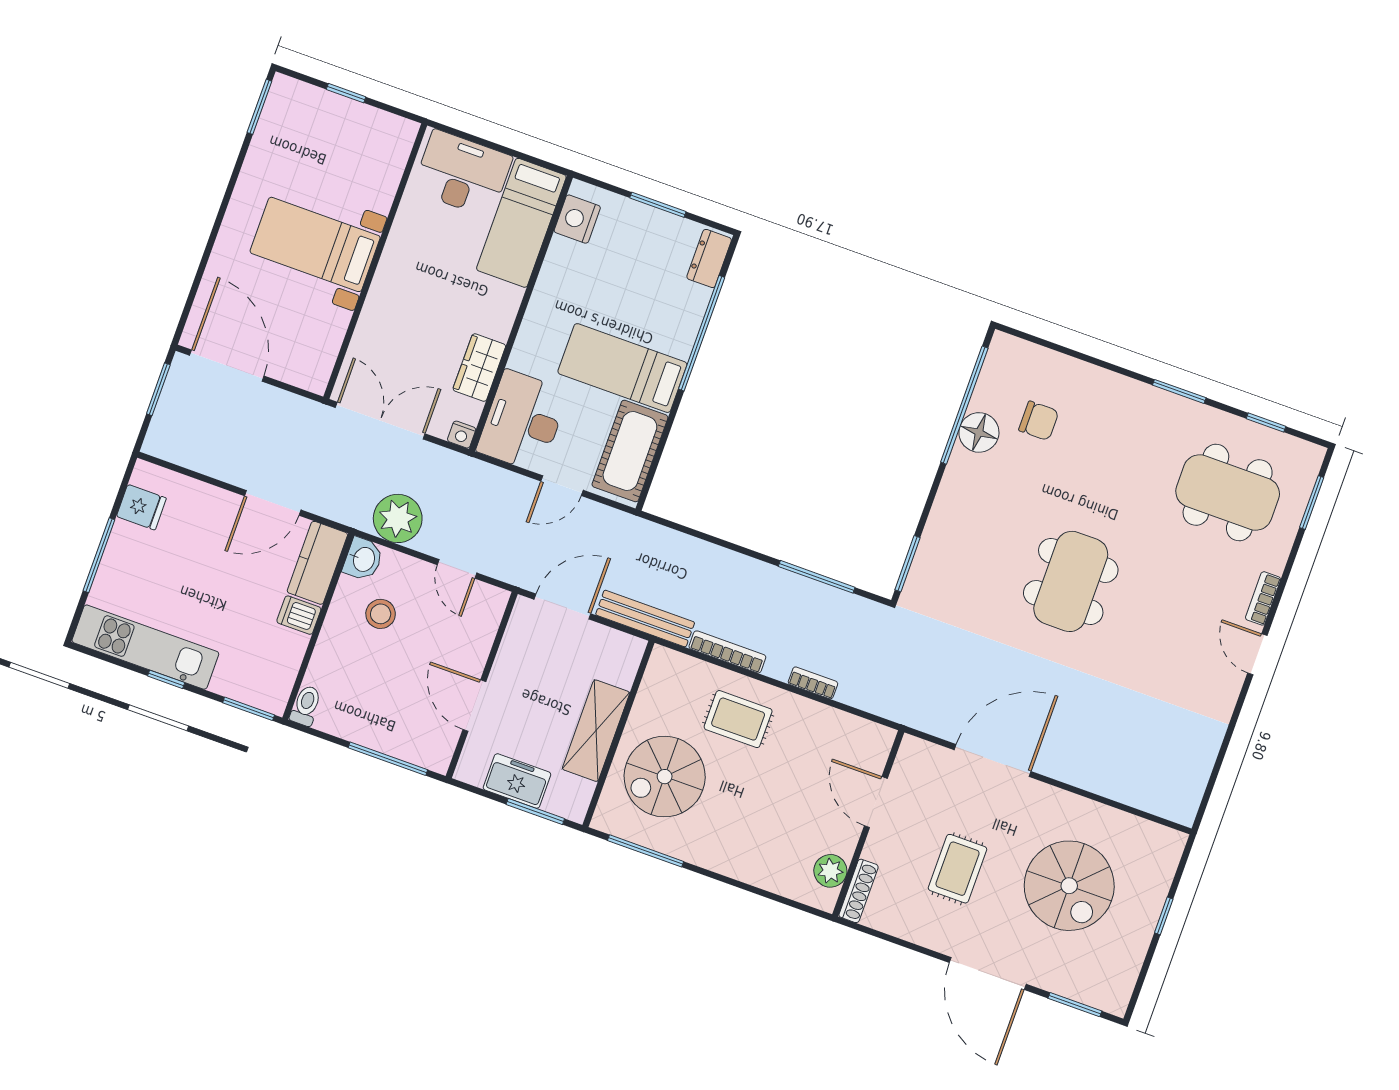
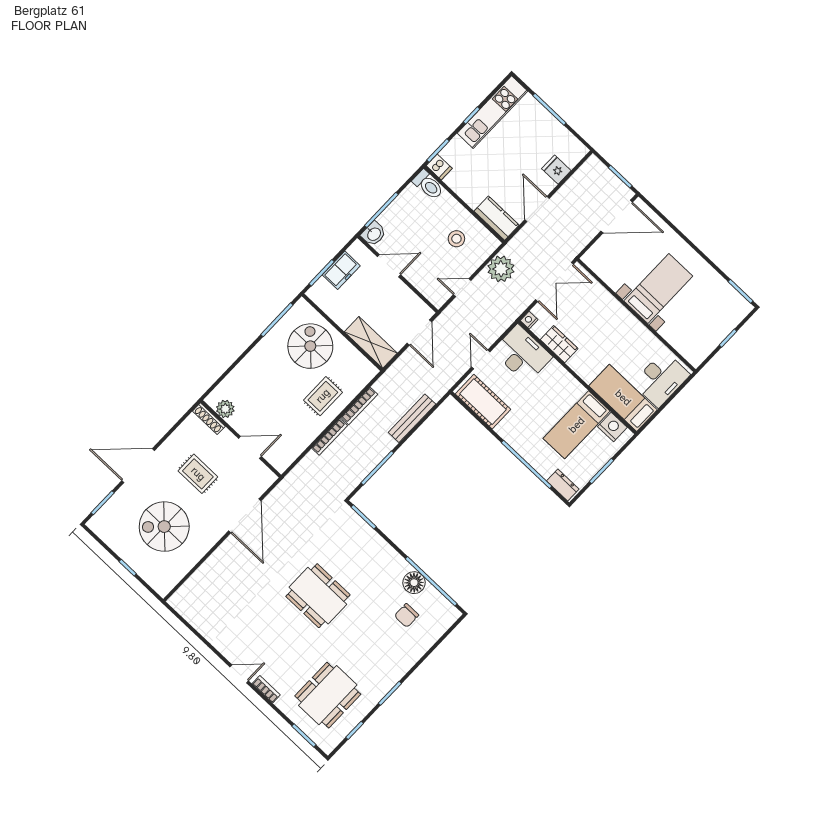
bed: (622, 368) -> (577, 425), moved, turned 180
fridge: (141, 507) -> (556, 170), moved, turned 90
washbasin: (363, 559) -> (374, 234), moved, turned -90
dishwasher: (299, 615) -> (439, 167), moved, turned 90
bench: (645, 618) -> (412, 418), moved
bookcase: (813, 683) -> (330, 437), width x1.56
toilet: (306, 706) -> (428, 185), width x1.37, depth x1.39
shelving: (596, 731) -> (371, 342), moved

